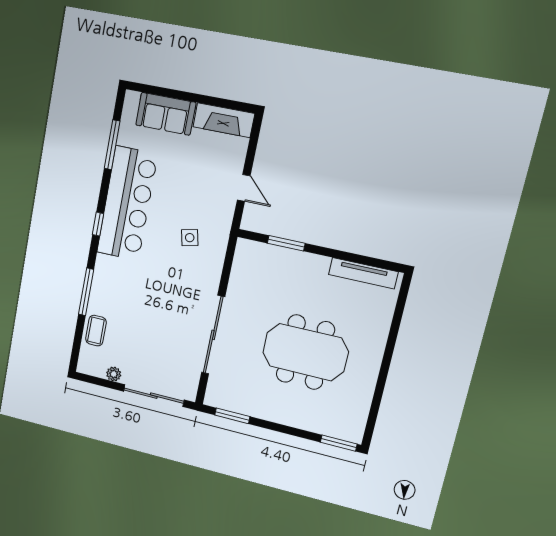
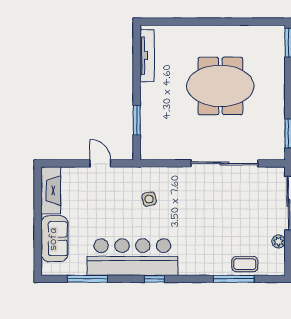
door: (244, 188) -> (100, 163), hinge flipped
window: (86, 292) -> (234, 279), moved
meeting table: (305, 352) -> (220, 86), turned 90

